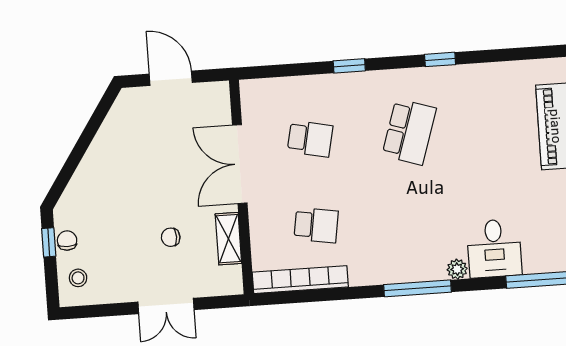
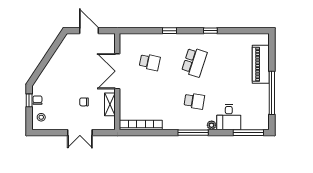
school desk: (316, 225) -> (194, 101), moved

